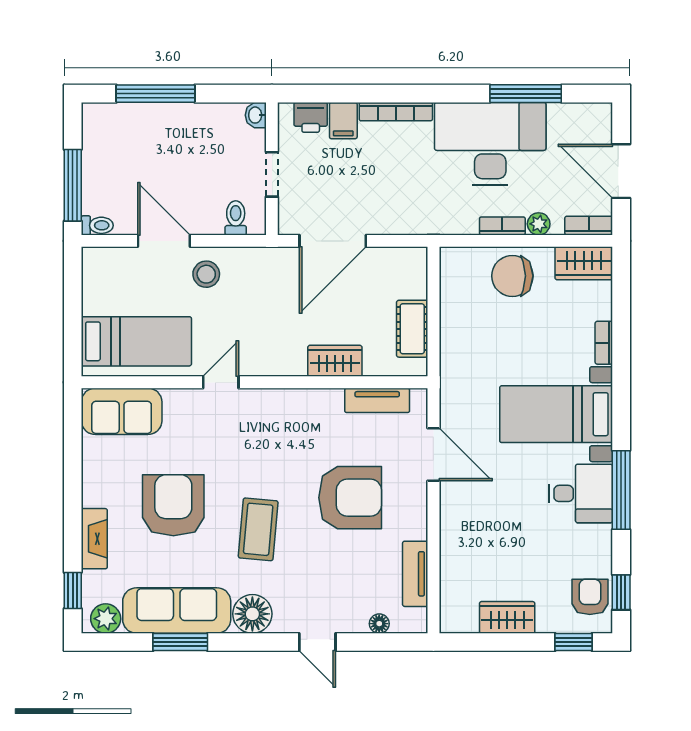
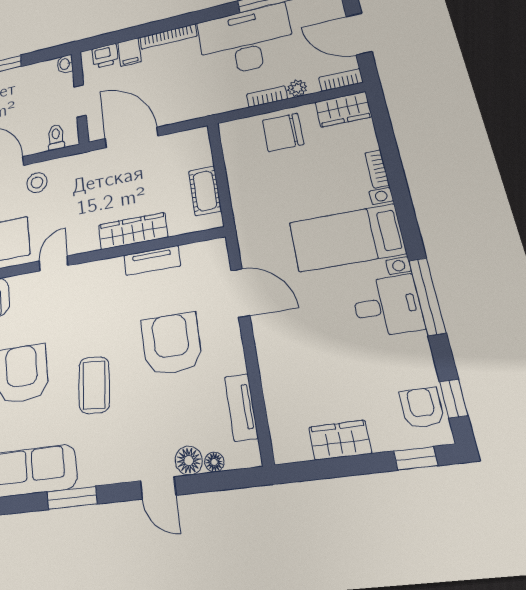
door: (333, 241) -> (131, 137), swing flipped
wardrobe: (335, 361) -> (133, 231), width x1.50
tv unit: (377, 400) -> (152, 261), moved
armchair: (350, 498) -> (171, 344), turned -90
floor lamp: (252, 614) -> (189, 461), moved, width x0.73, depth x0.73
window: (180, 642) -> (72, 498), moved

